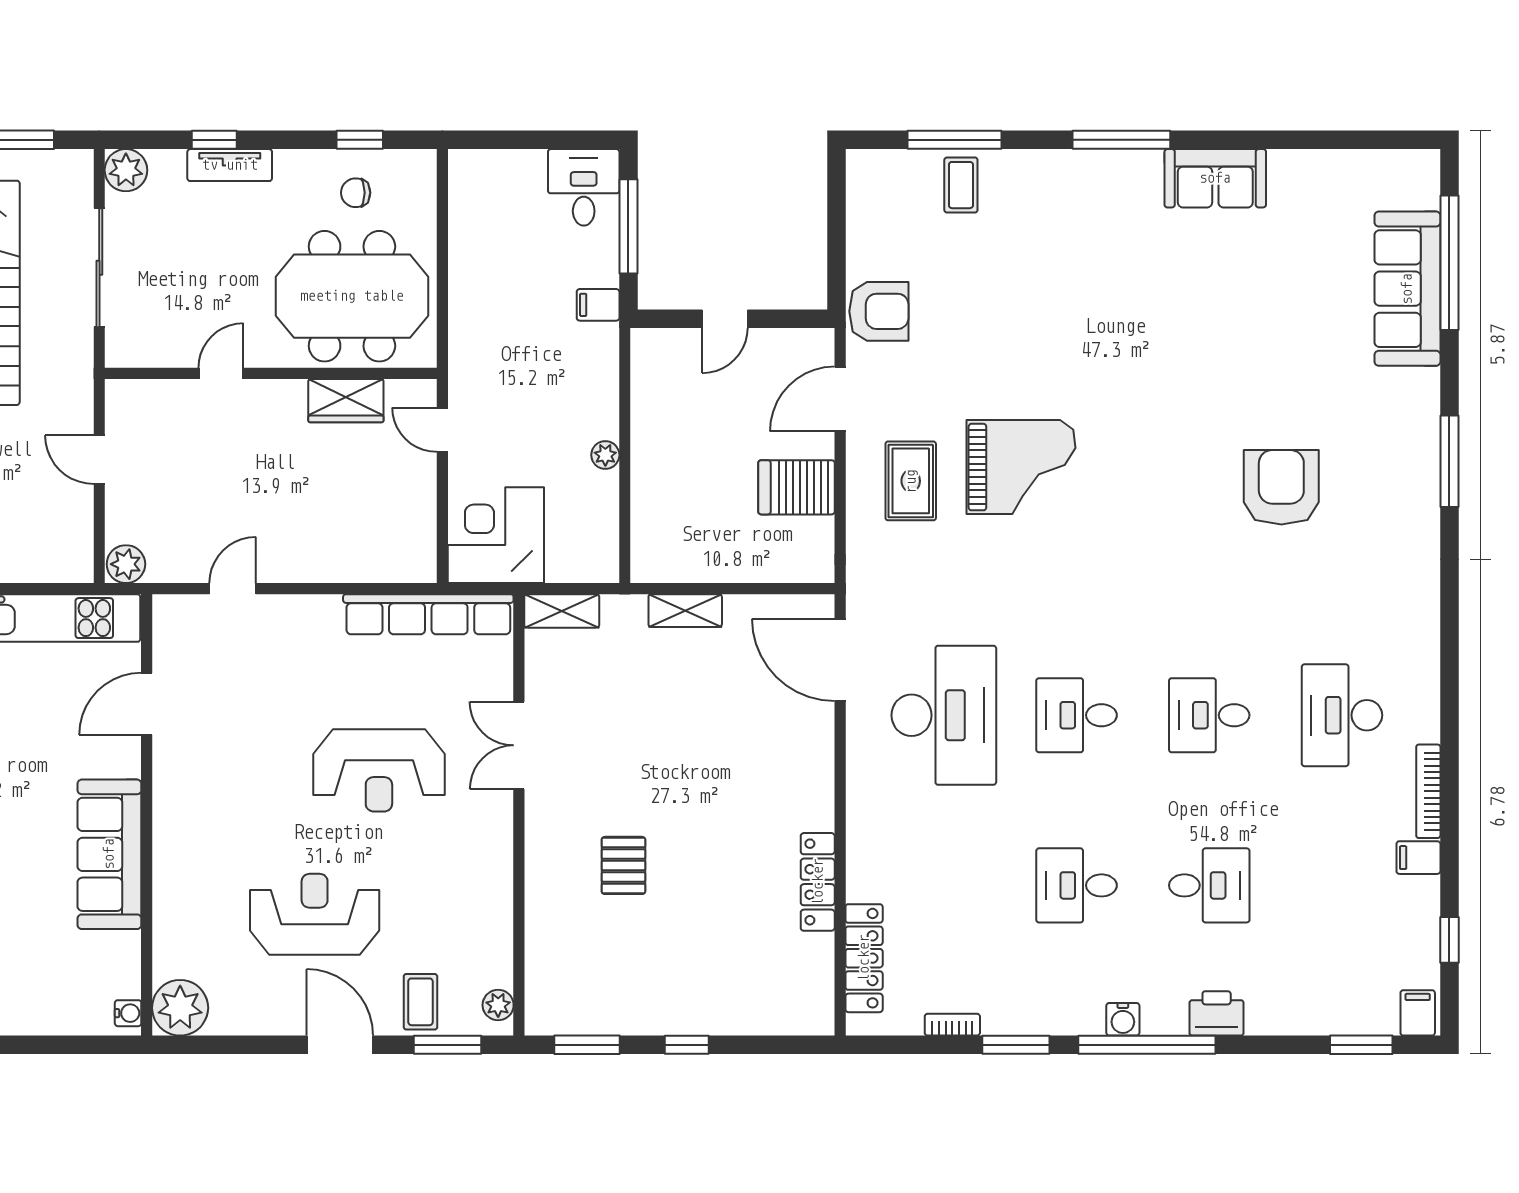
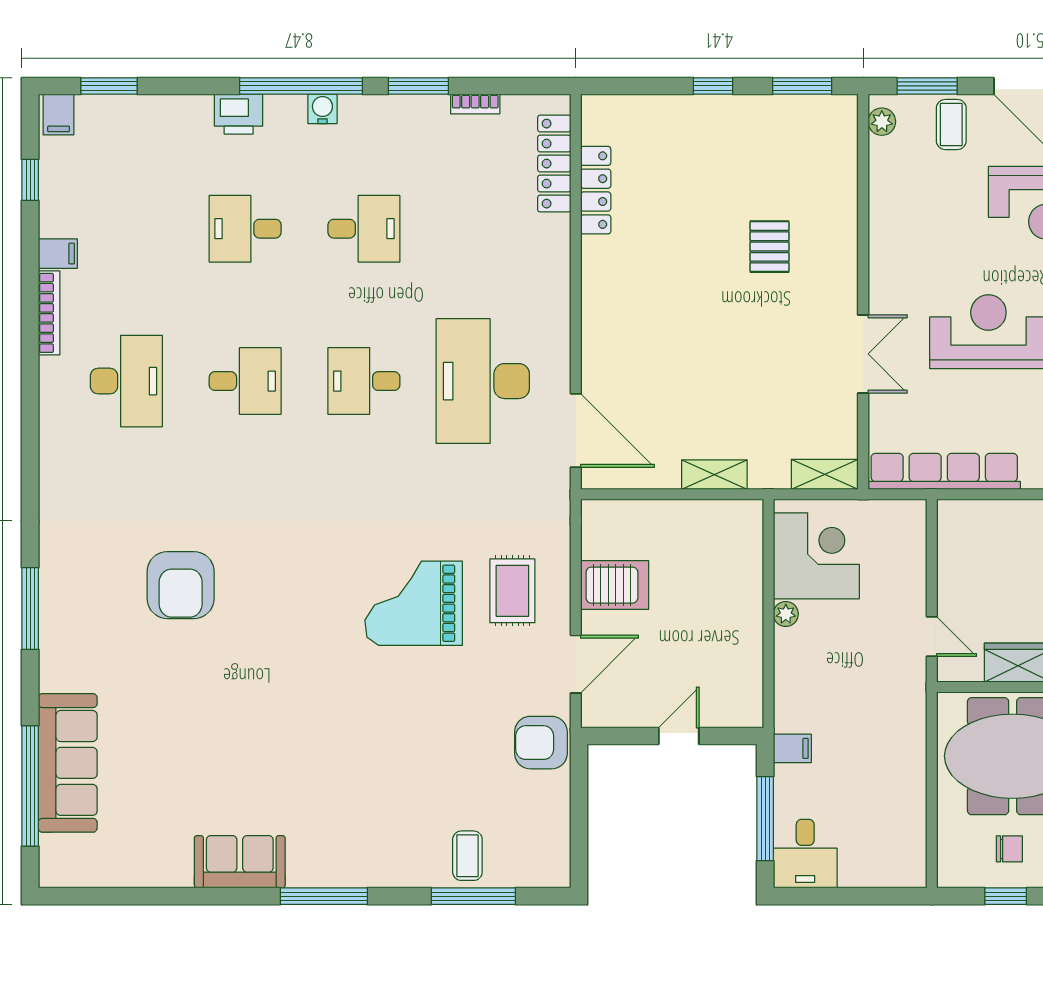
corner desk: (496, 535) -> (816, 556), moved, turned -90
desk: (1077, 715) -> (364, 381), turned 180
locker: (818, 882) -> (596, 190), moved

